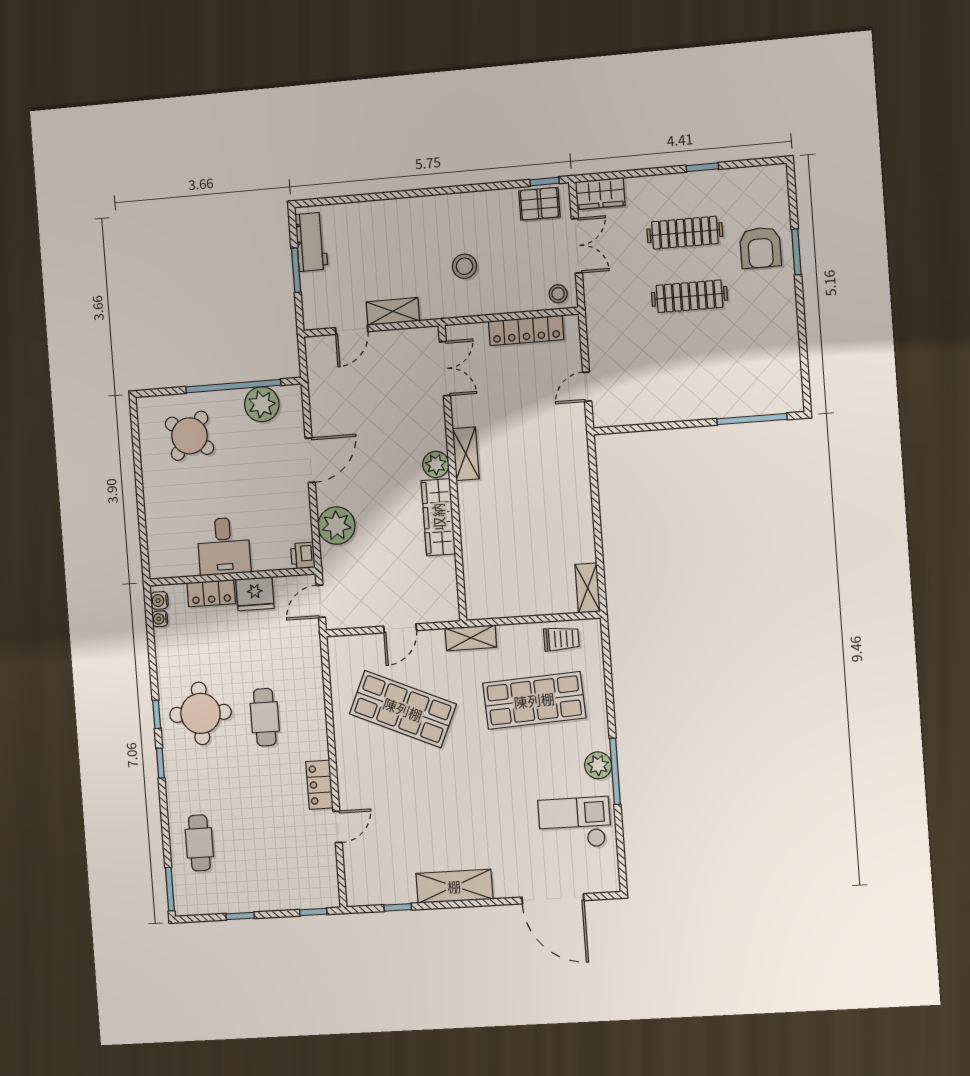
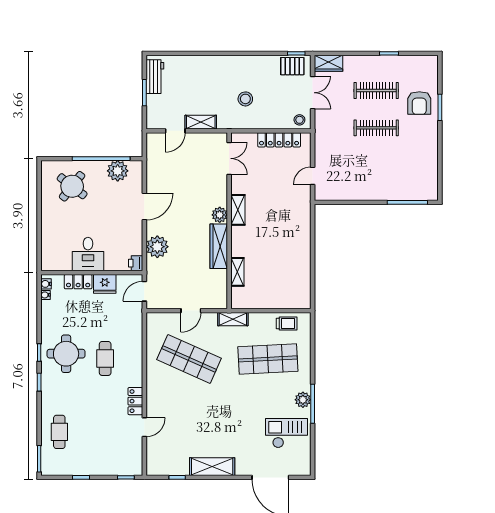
shelving: (588, 588) -> (237, 272), moved

